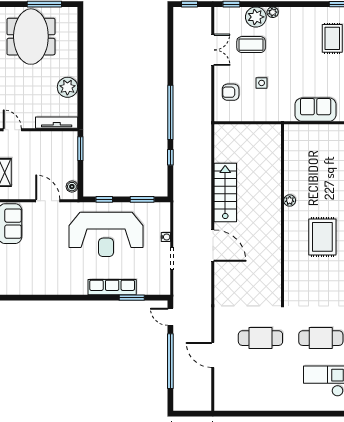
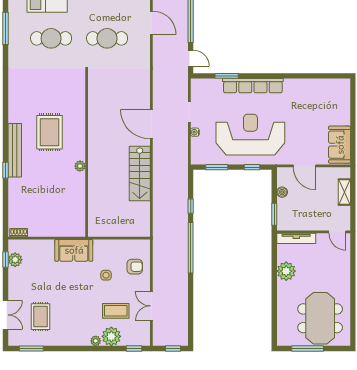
sofa: (316, 110) -> (74, 250), moved
boiler: (72, 187) -> (282, 192), moved
row of seats: (112, 287) -> (253, 86), width x1.36

